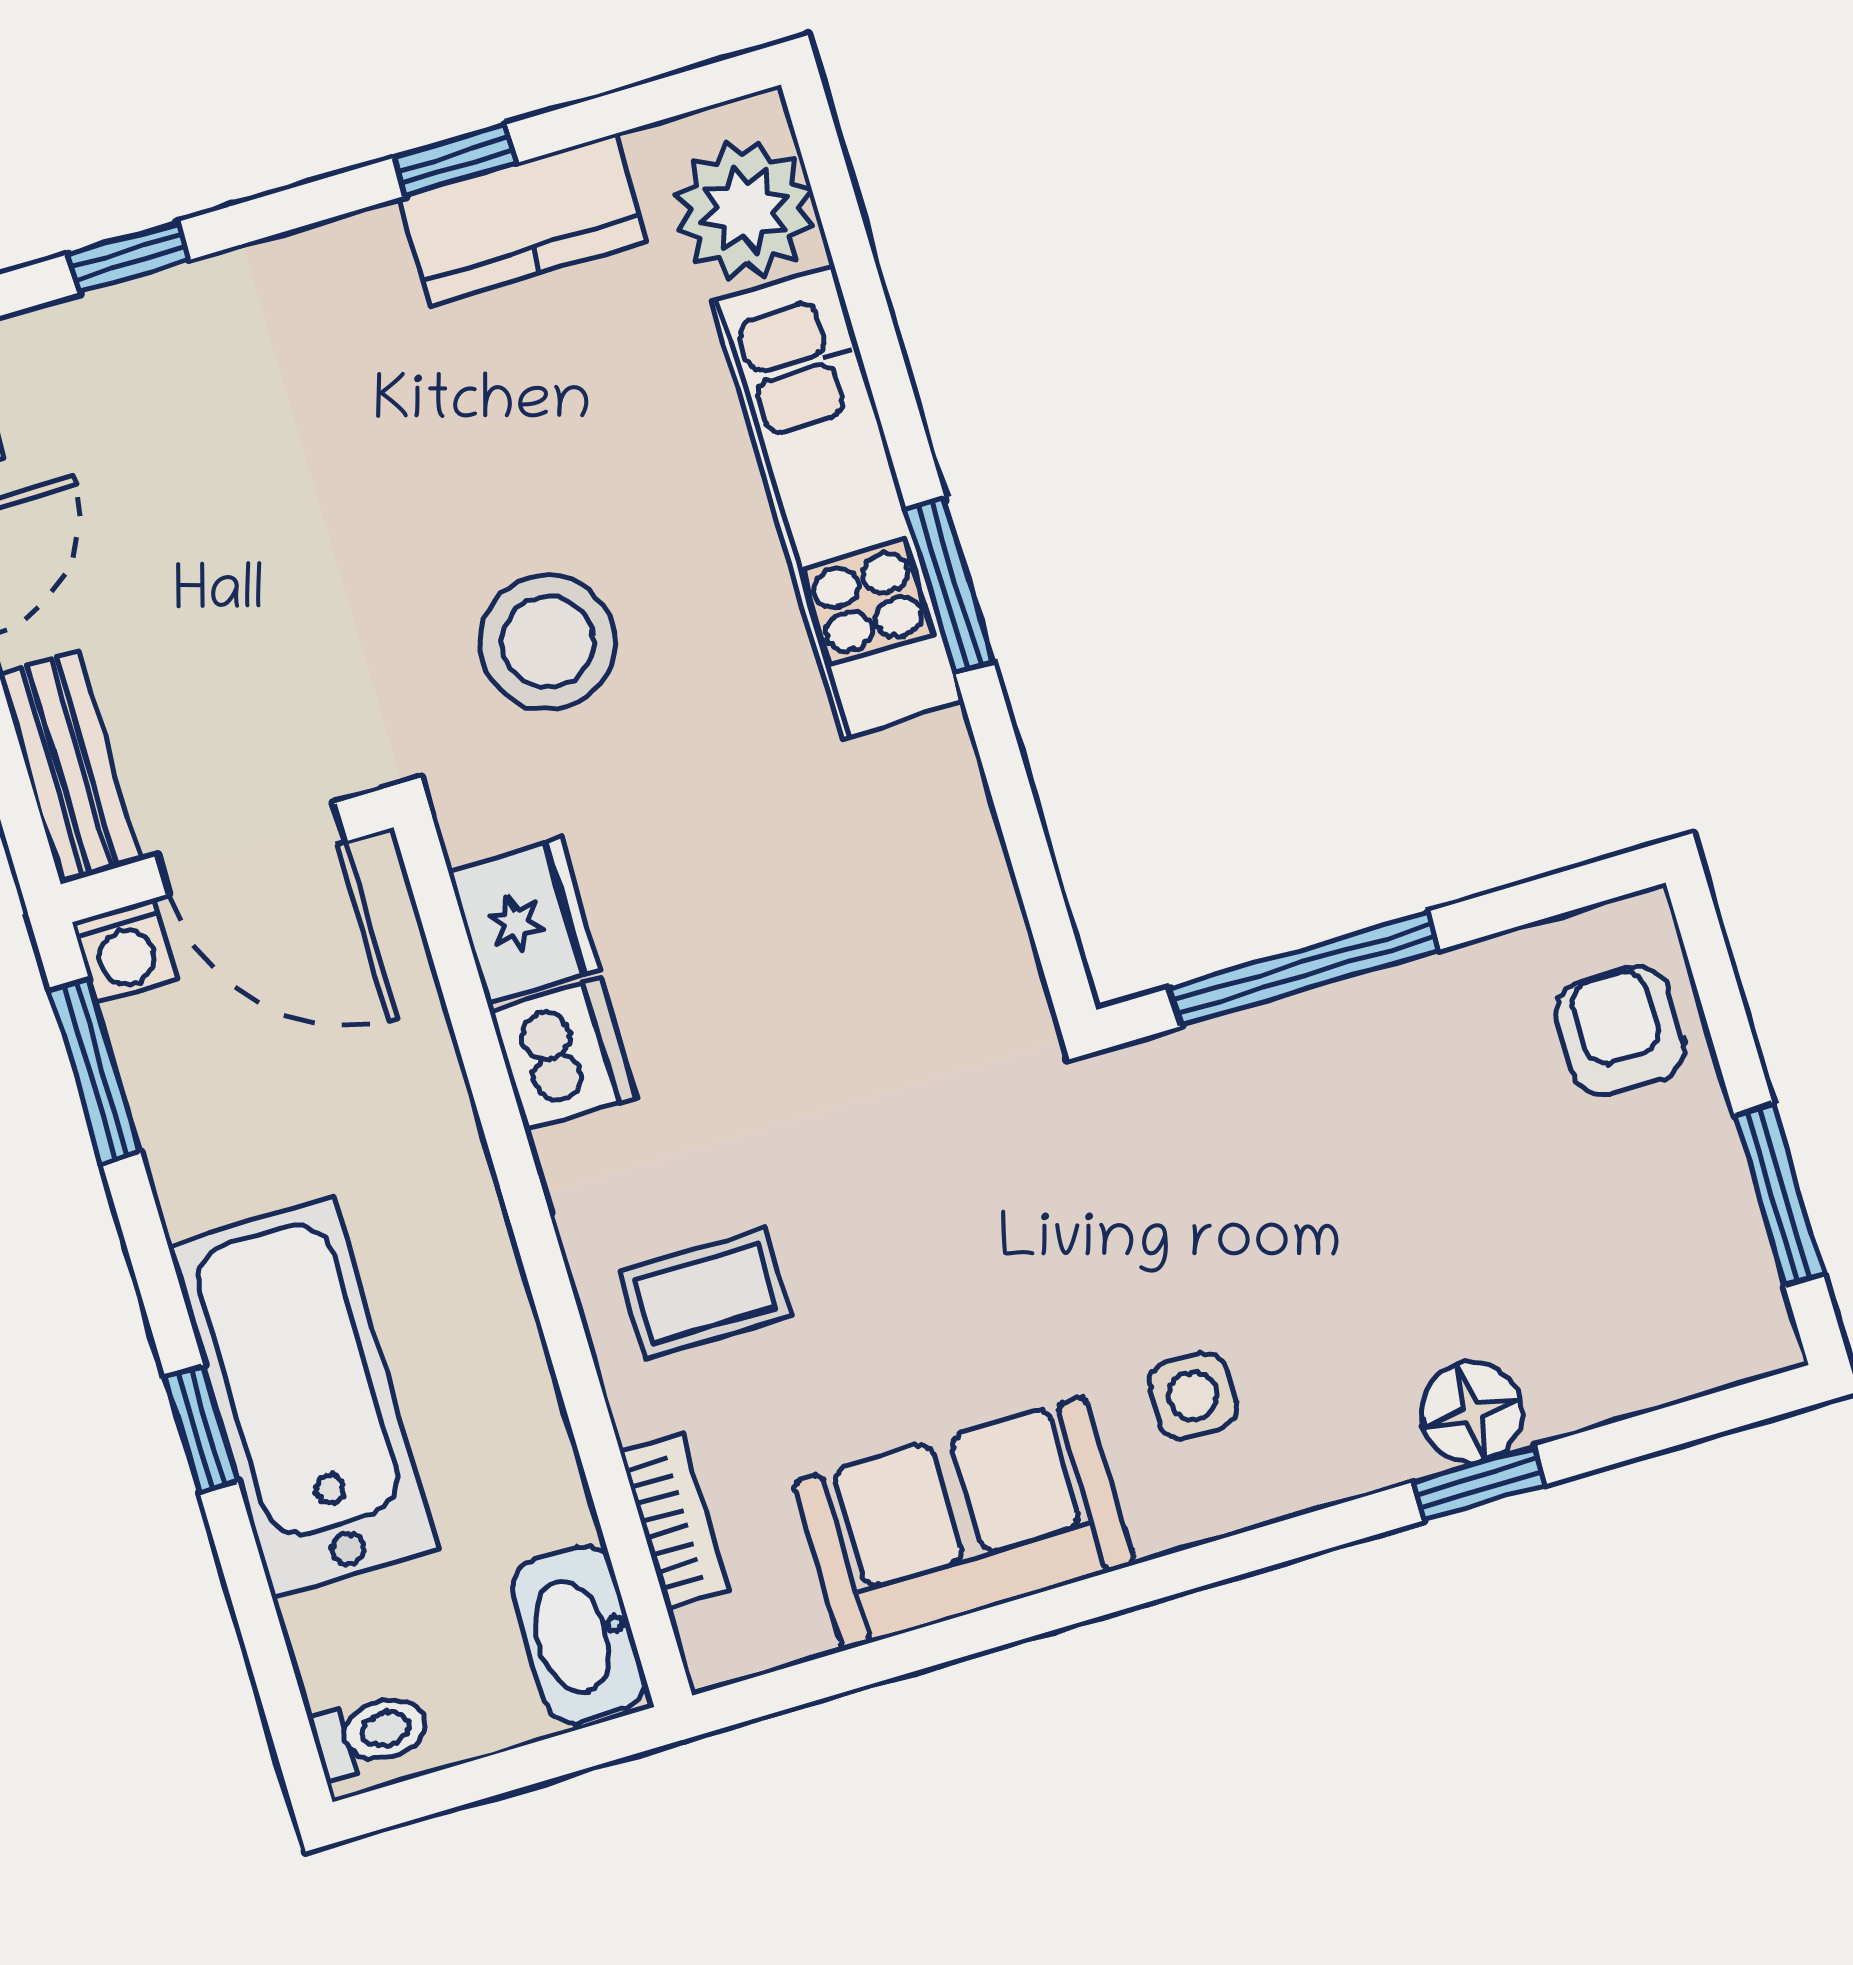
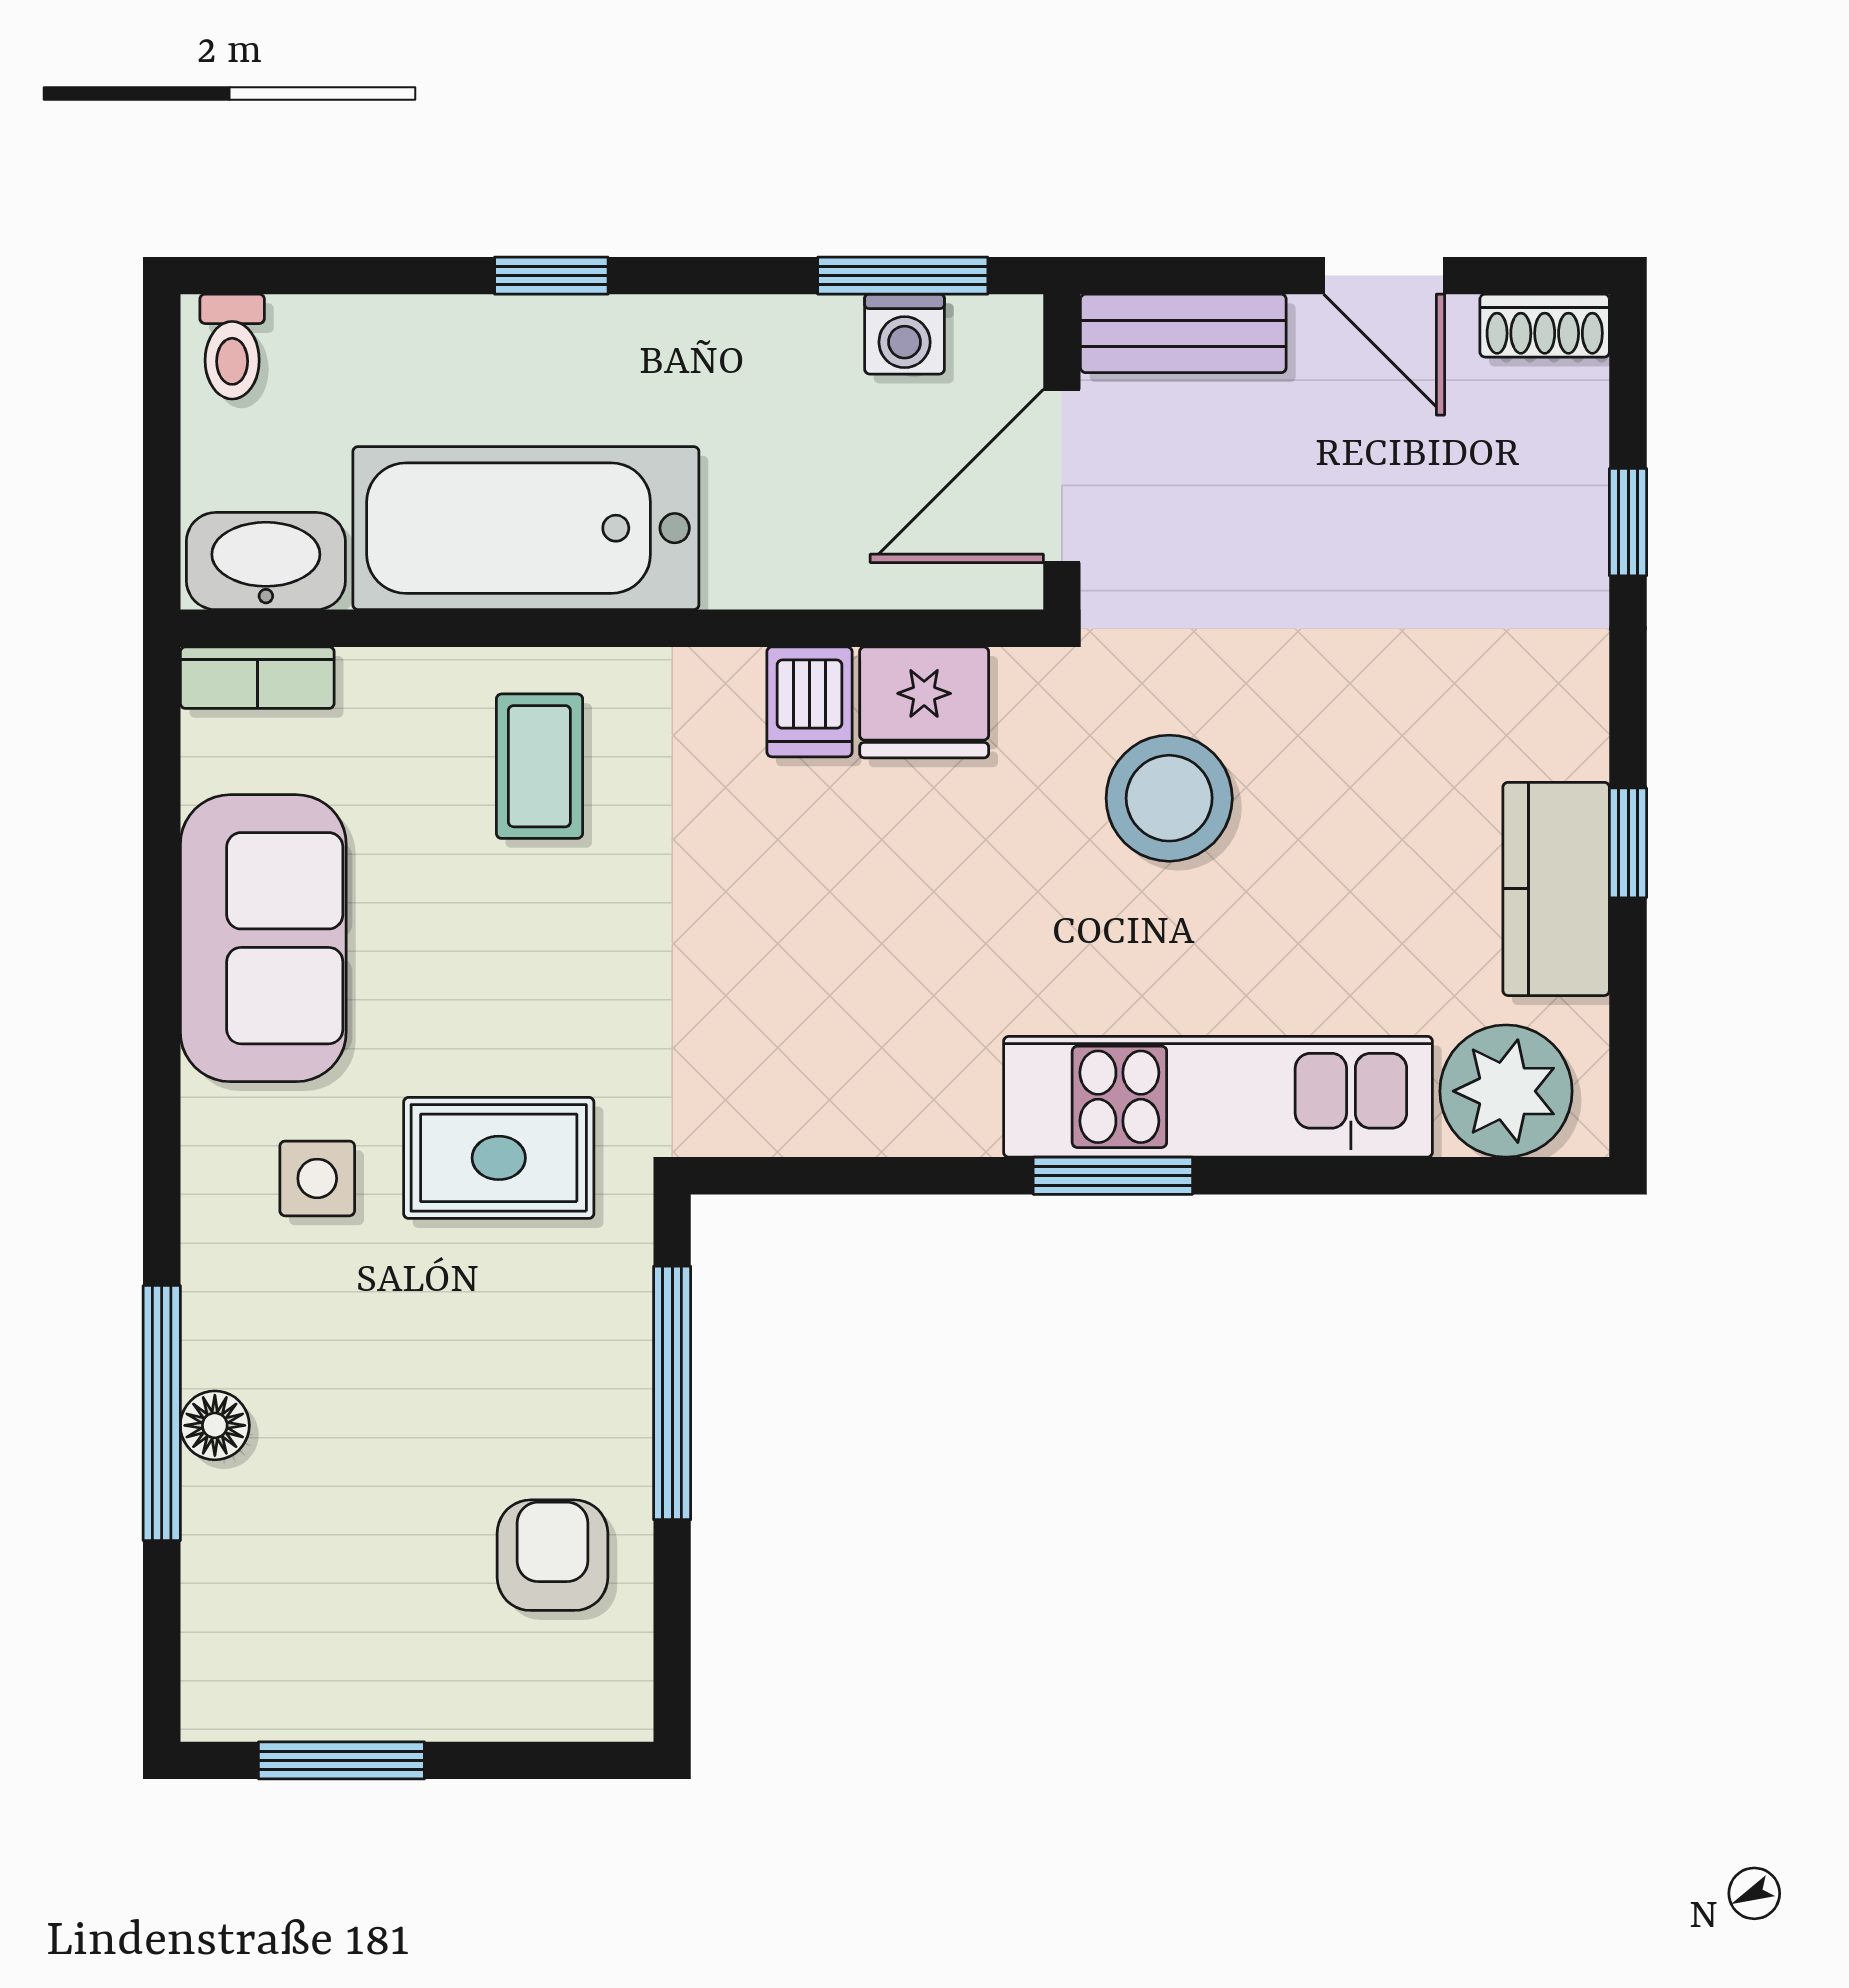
washing machine: (125, 951) -> (905, 334), moved, turned -90
armchair: (1620, 1031) -> (553, 1555), moved, turned -90
dishwasher: (563, 1054) -> (809, 702), width x0.73
rug: (1117, 1217) -> (499, 1158), added
bathtub: (303, 1397) -> (526, 528), moved, turned 180
floor lamp: (1472, 1412) -> (215, 1425), width x0.73, depth x0.73
window: (1479, 1483) -> (162, 1413), width x2.17
bookcase: (675, 1521) -> (257, 678), moved

